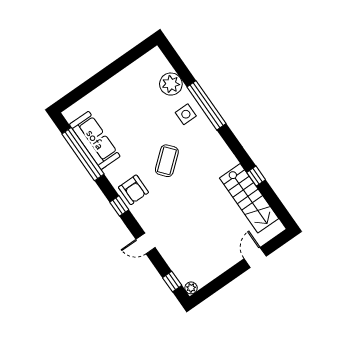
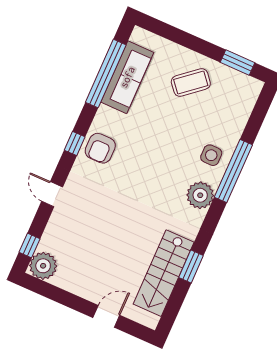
window: (131, 56) -> (237, 63), added
plant: (171, 84) -> (200, 195), moved
coffee table: (167, 161) -> (191, 82), moved
window: (256, 176) -> (191, 267), width x1.50
plant: (191, 288) -> (43, 266), width x1.88, depth x1.88

